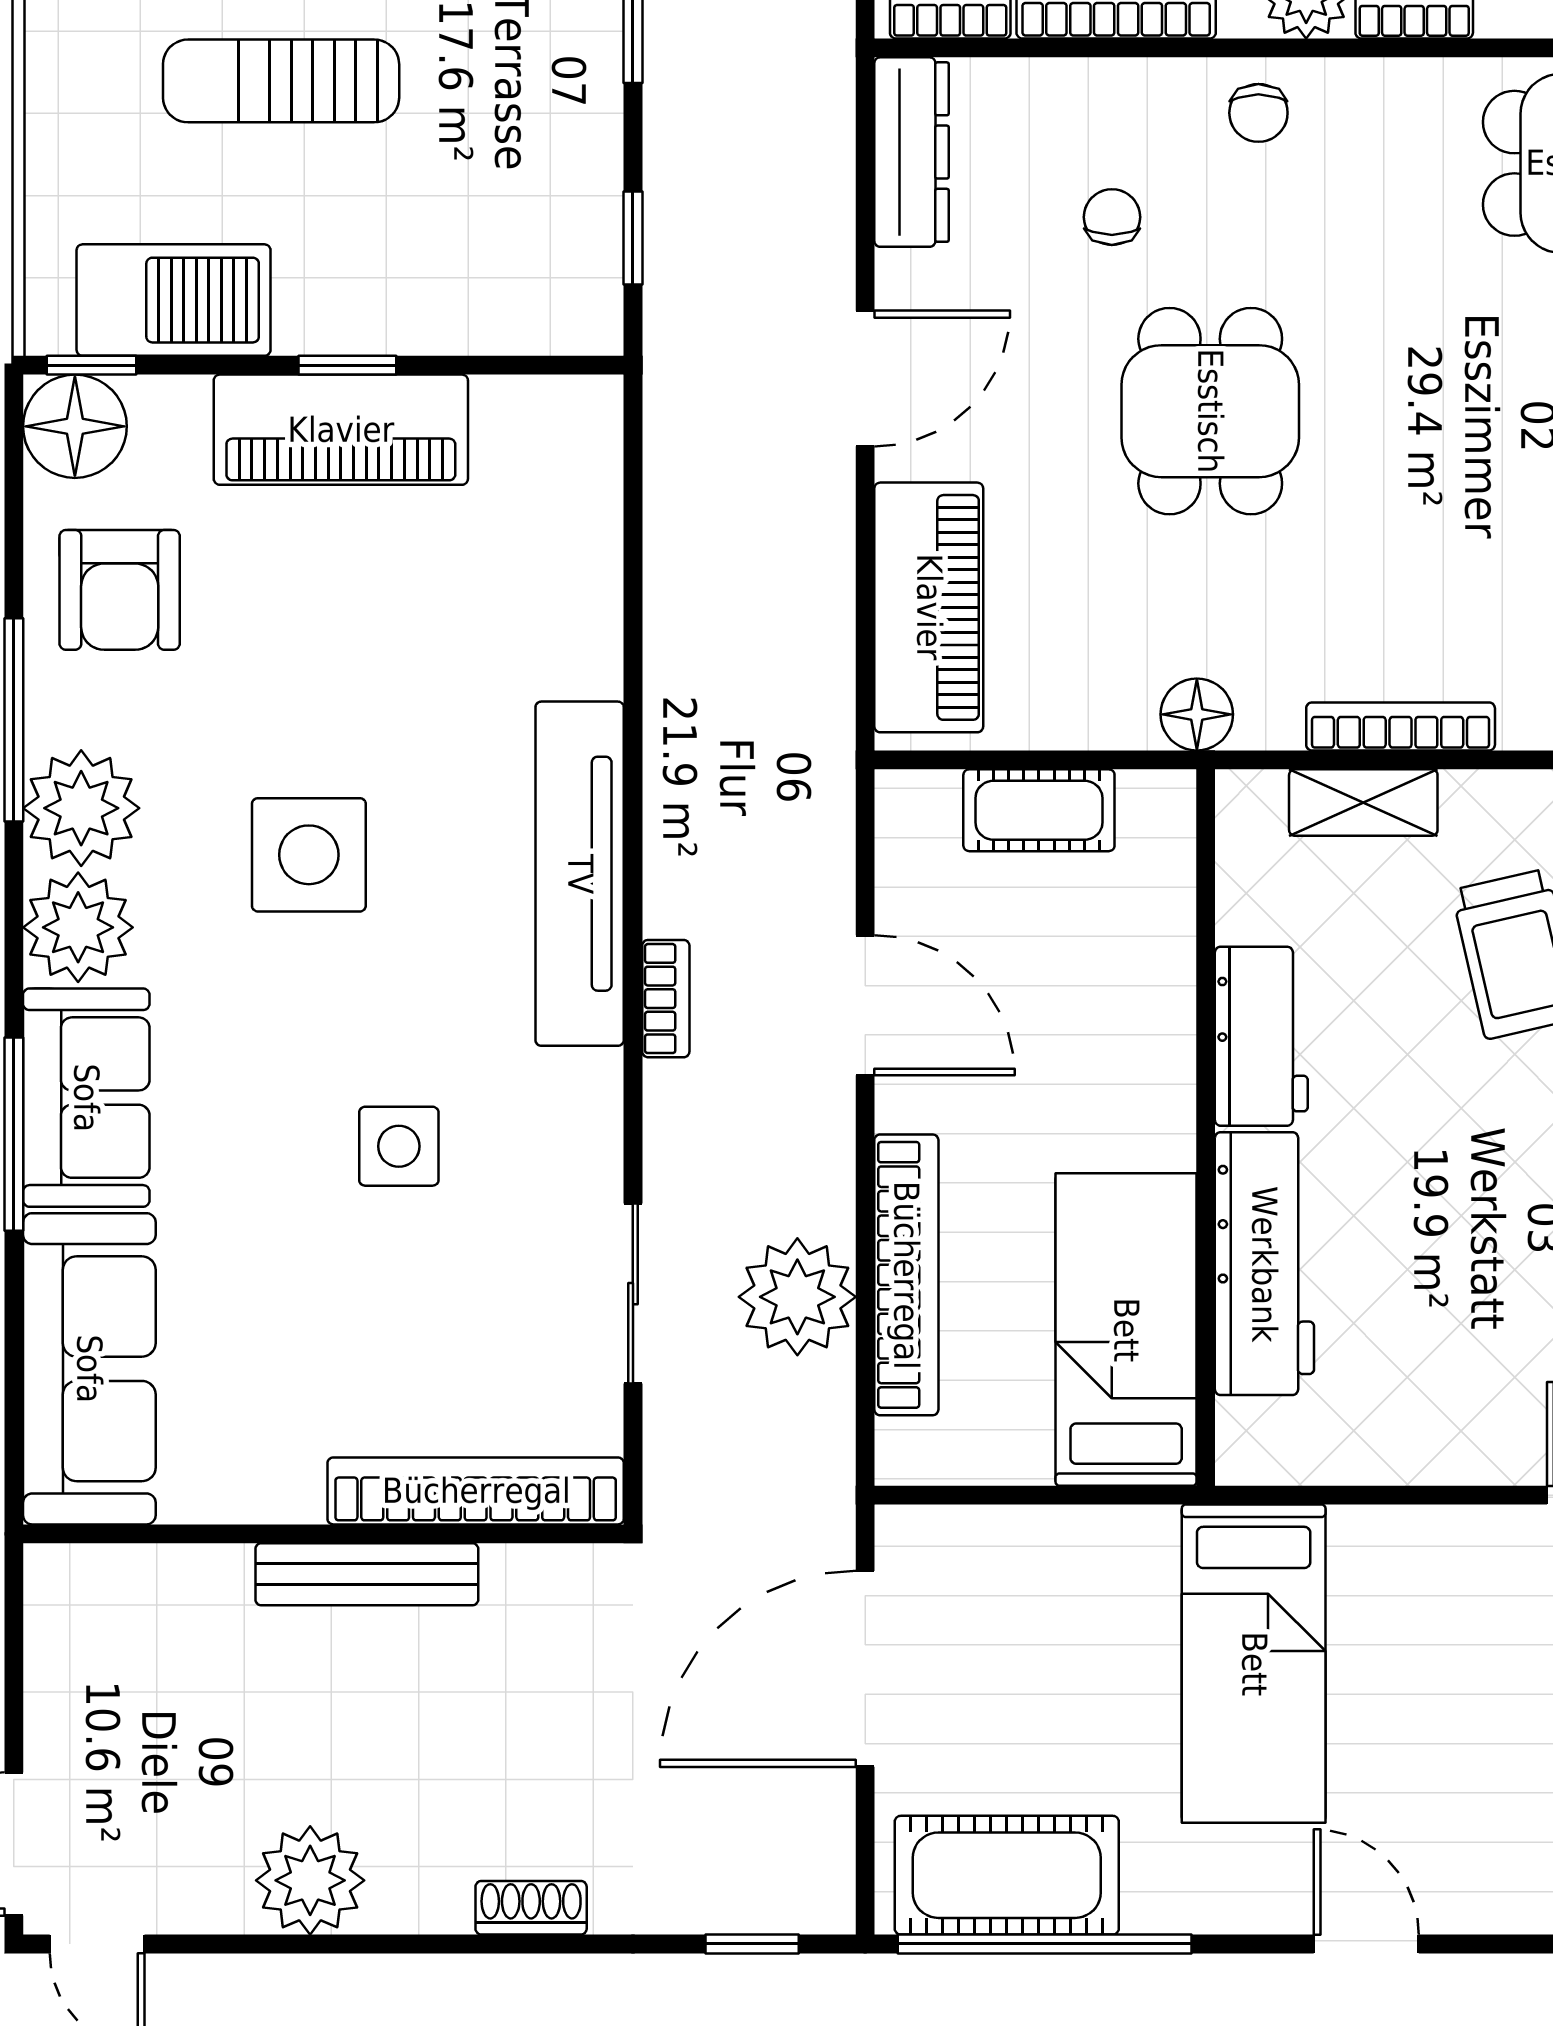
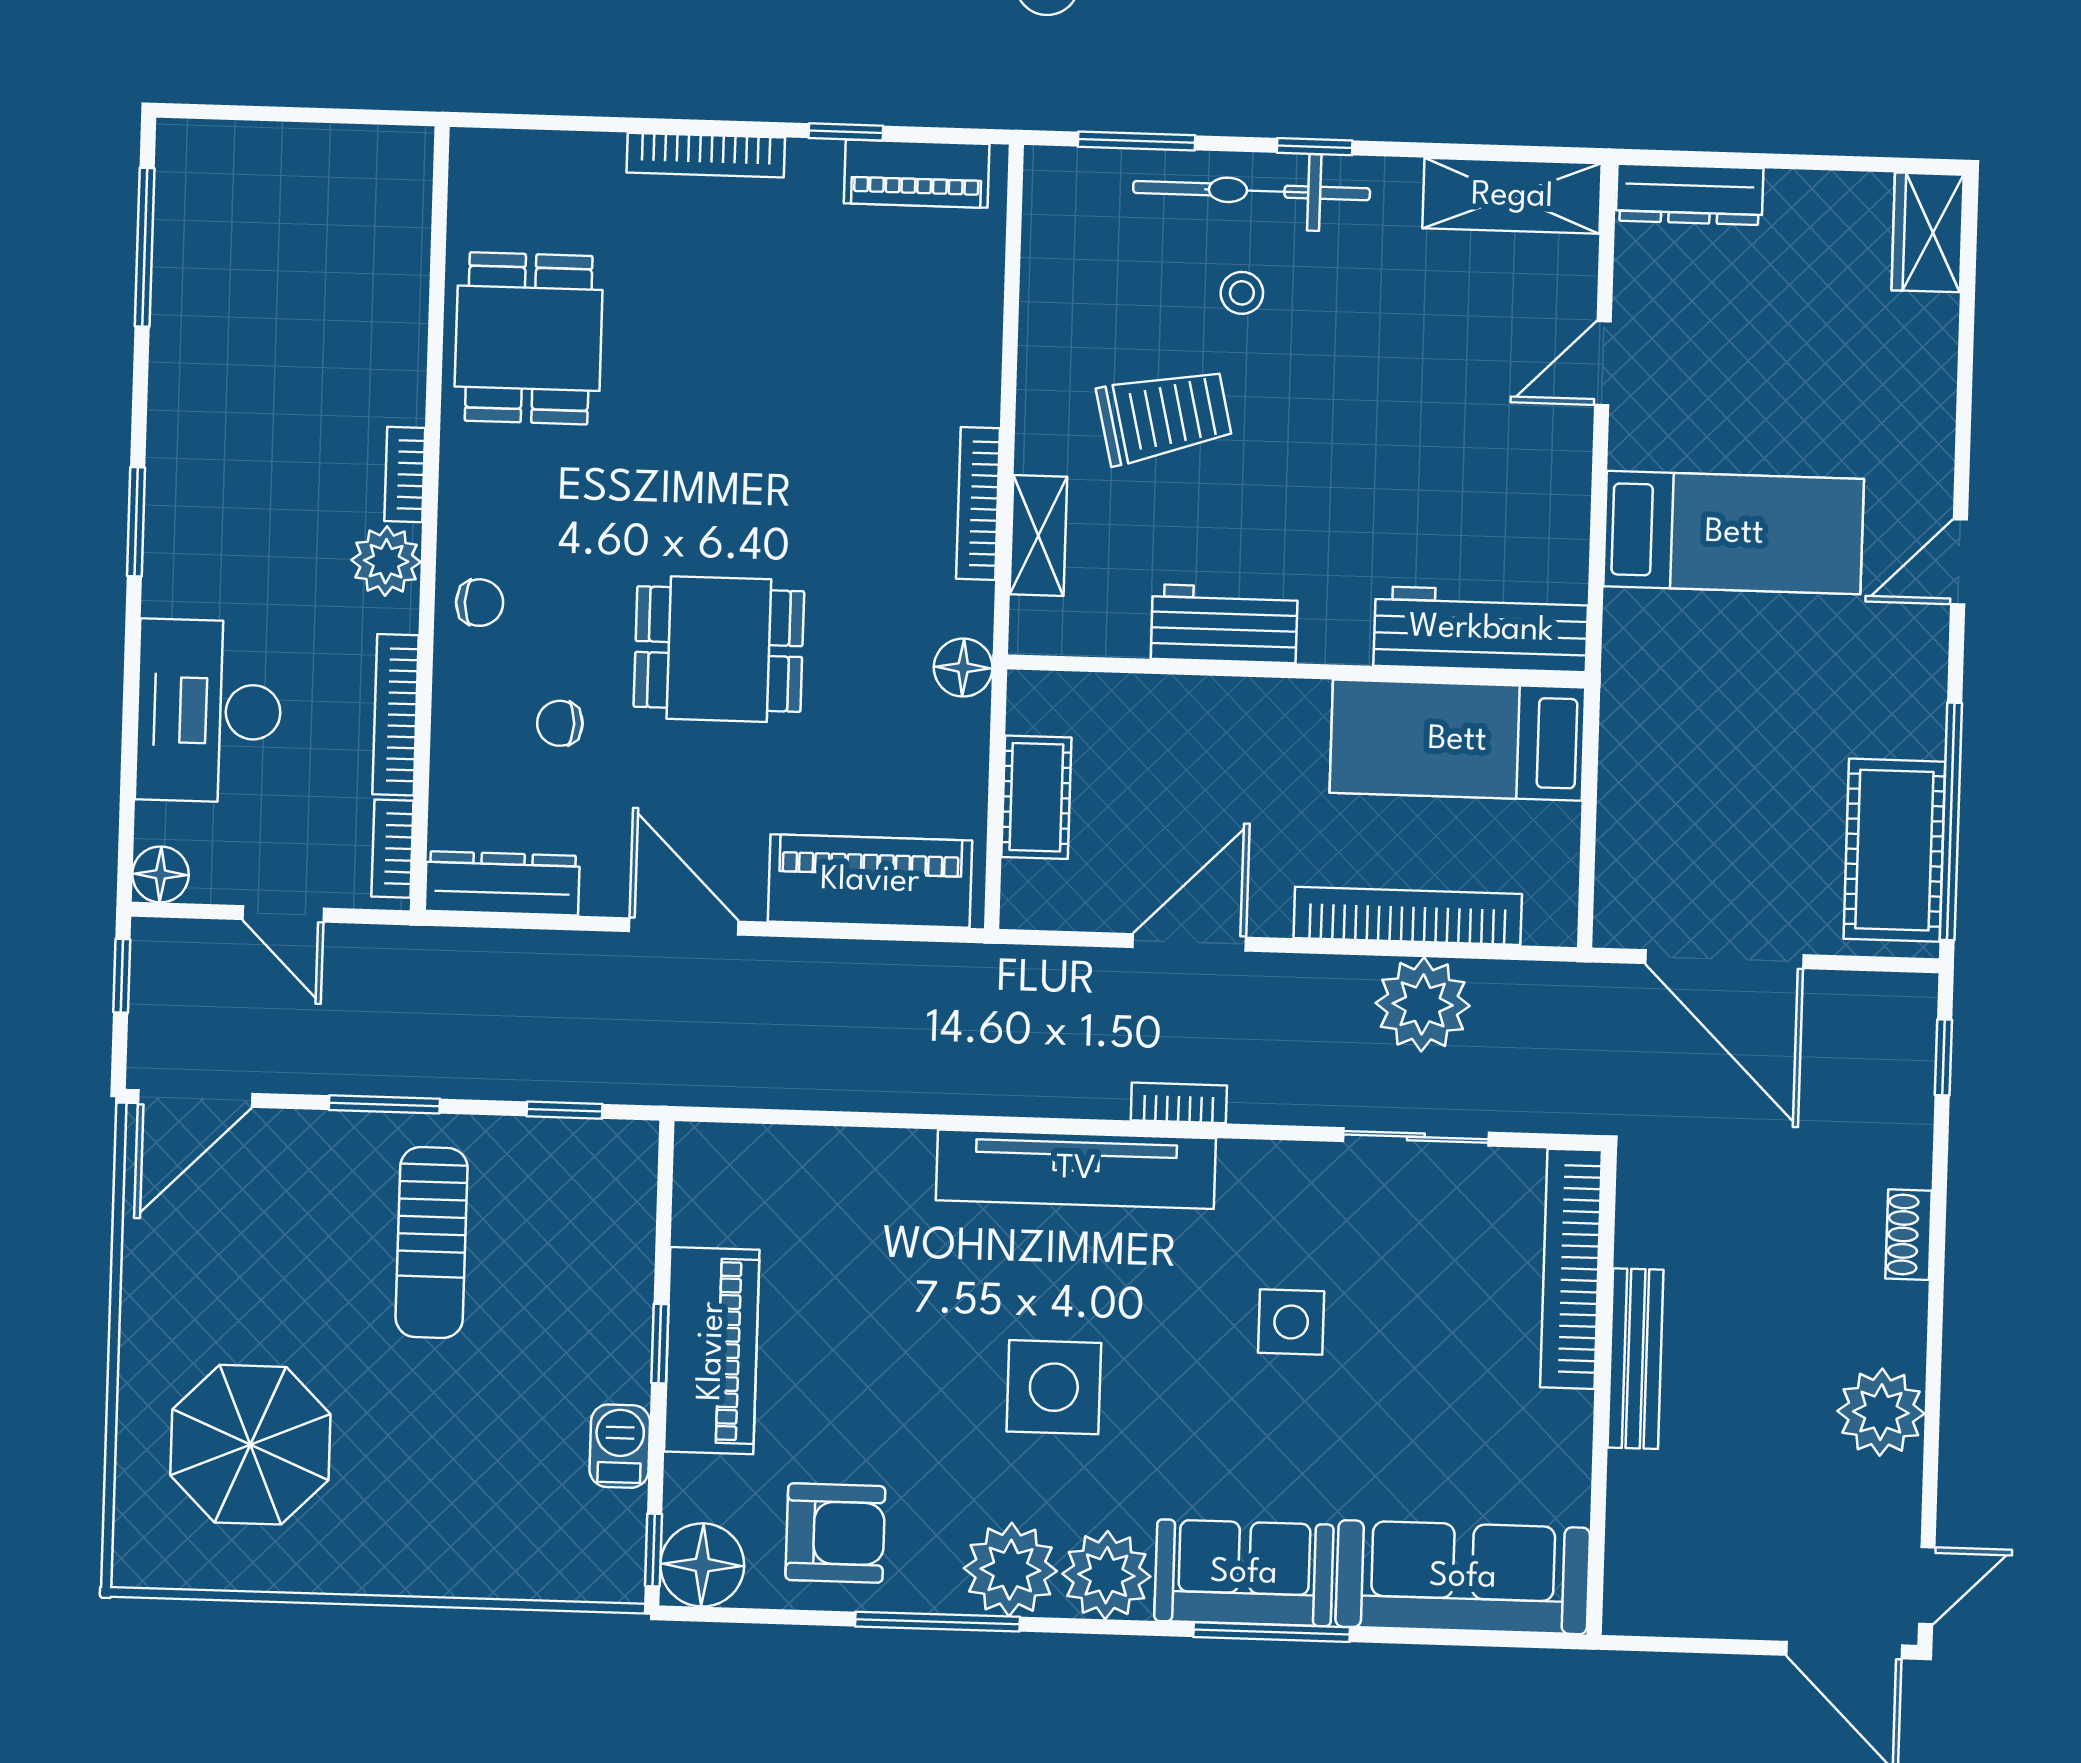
sun lounger: (281, 81) -> (432, 1243), moved
barbecue: (174, 300) -> (620, 1446), width x0.53, depth x0.65
workbench: (1264, 1264) -> (1481, 629), moved
bed: (1254, 1664) -> (1734, 533), moved

